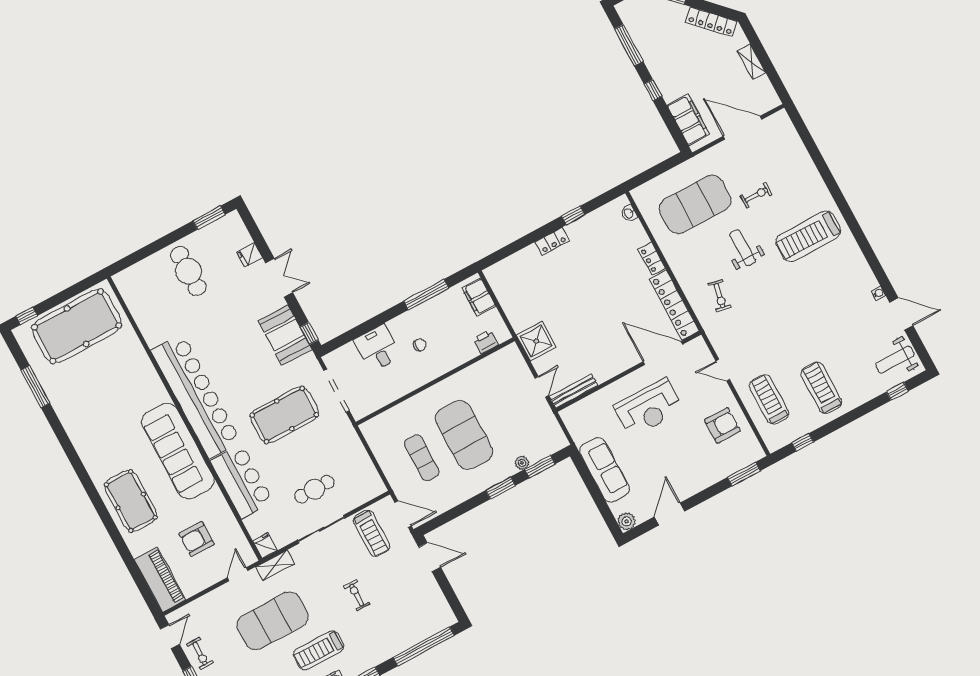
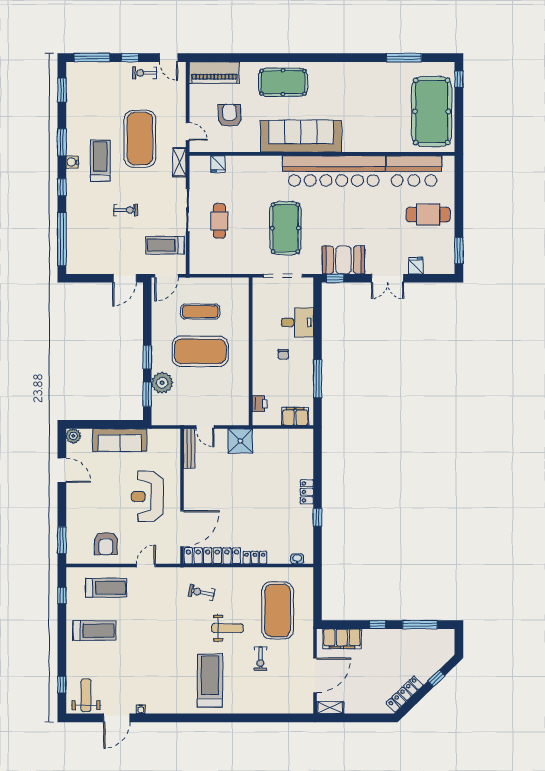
shelving: (751, 62) -> (330, 708), moved
plant: (522, 463) -> (162, 383), width x1.87, depth x1.87
bar counter: (242, 481) -> (414, 171), moved
fridge: (265, 546) -> (218, 164), moved, turned 90

